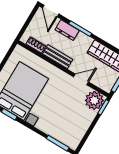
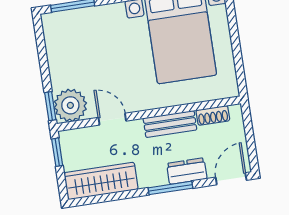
door: (51, 11) -> (231, 179), hinge flipped
door: (81, 79) -> (112, 119), swing flipped

